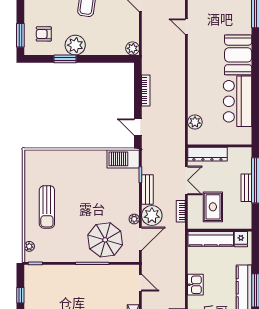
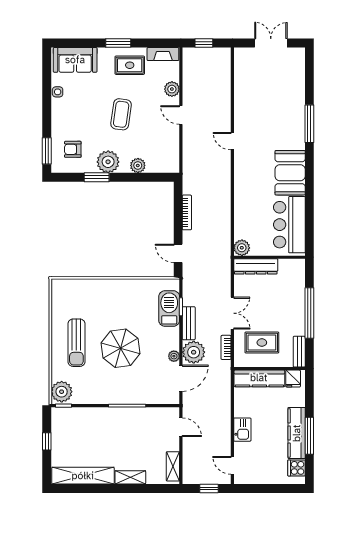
plant: (133, 48) -> (138, 165), moved
wall: (220, 146) -> (269, 257), moved
dresser: (207, 154) -> (256, 266), moved
barbecue: (123, 159) -> (169, 308), moved, turned 90
bench: (246, 188) -> (299, 352), moved
rug: (213, 207) -> (262, 343), turned 90
parasol: (105, 240) -> (120, 348), moved
plant: (29, 246) -> (62, 392), width x1.87, depth x1.87

